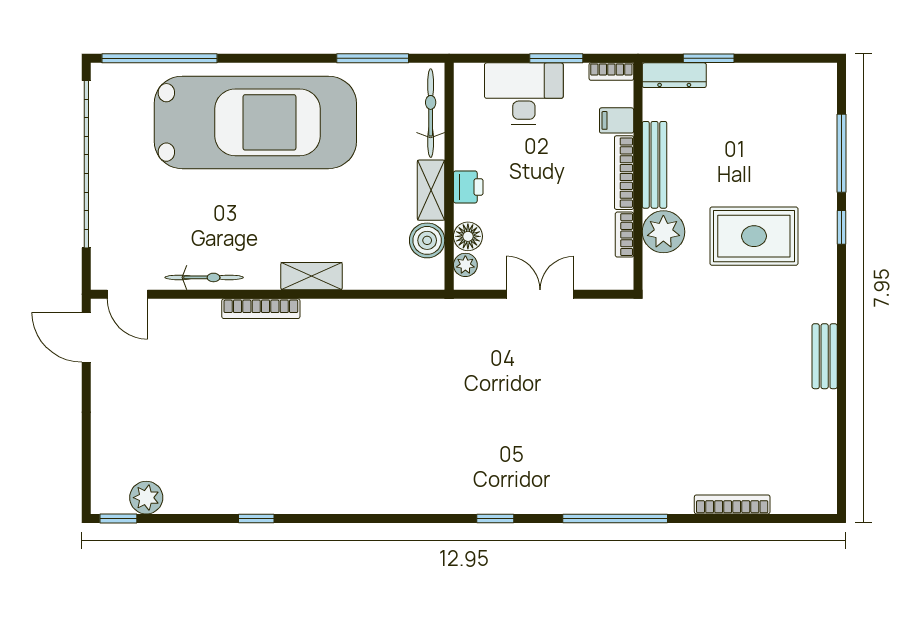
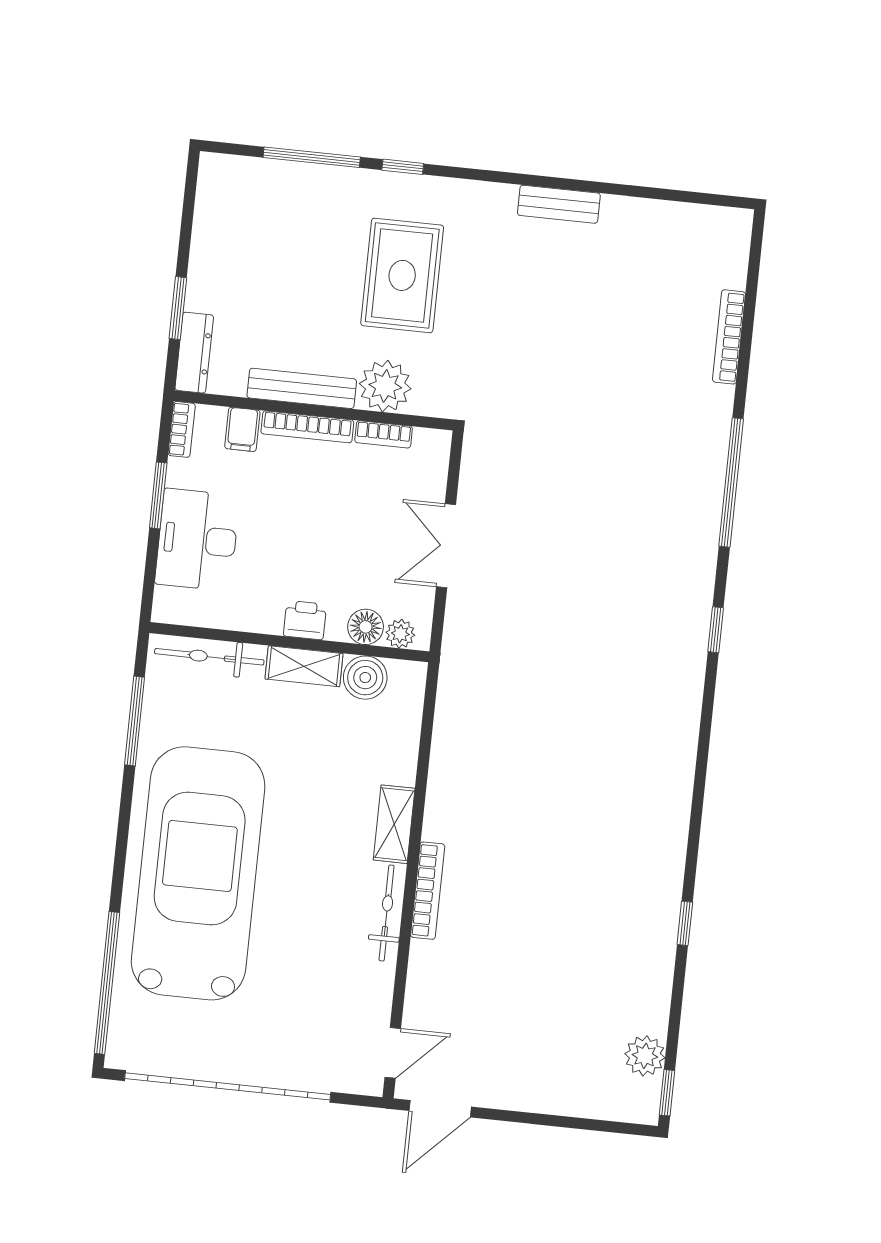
bicycle: (204, 277) -> (387, 913), moved

